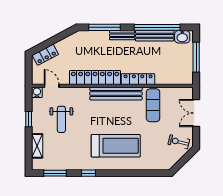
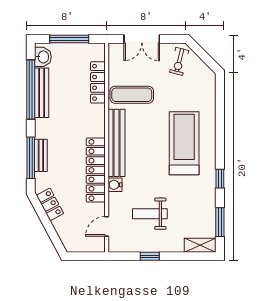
bench: (122, 35) -> (41, 155), moved
locker: (45, 55) -> (50, 204), moved
locker: (138, 79) -> (98, 82), moved
water cooler: (37, 92) -> (115, 185), moved
weight bench: (61, 119) -> (150, 214), turned 180
shelving: (37, 146) -> (200, 245), moved

